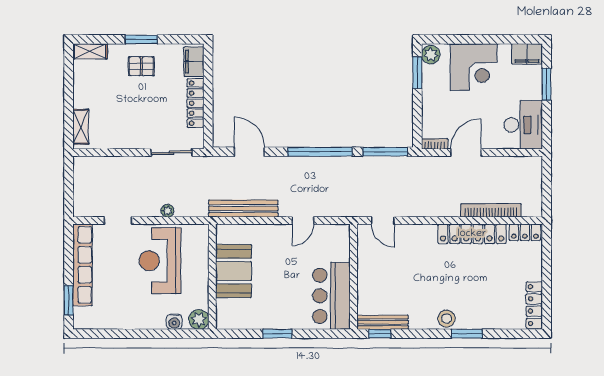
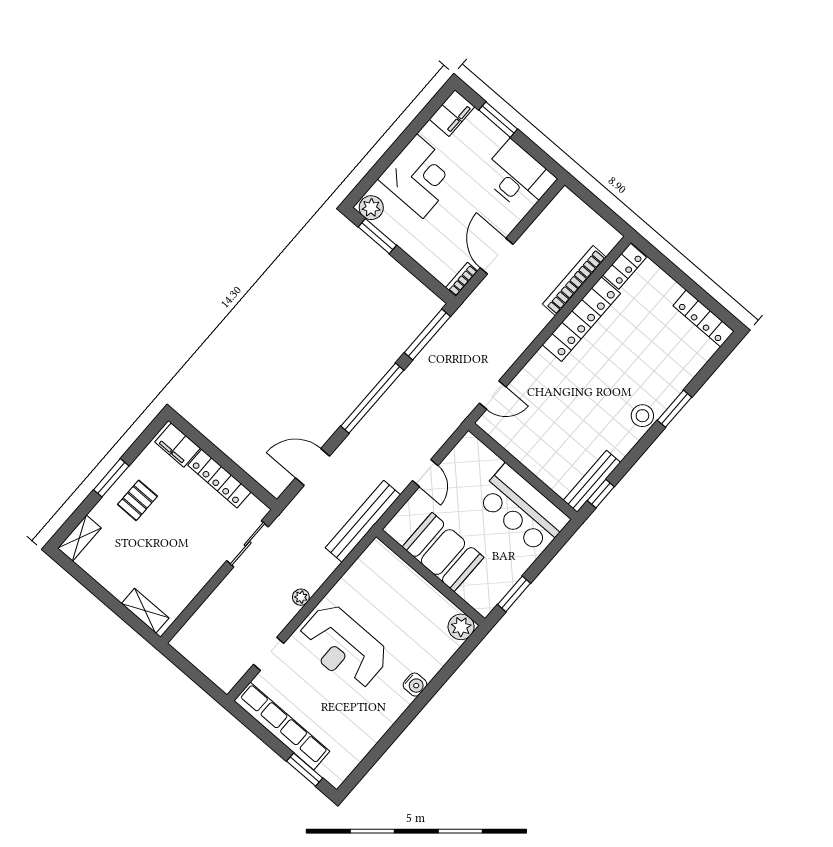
booth: (234, 271) -> (443, 552), moved
wall: (212, 277) -> (431, 578), moved
plant: (199, 319) -> (461, 627), moved

